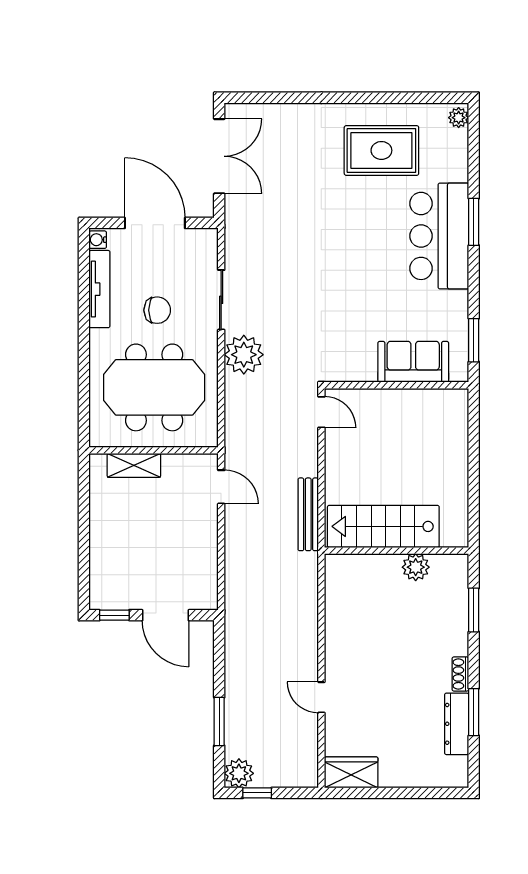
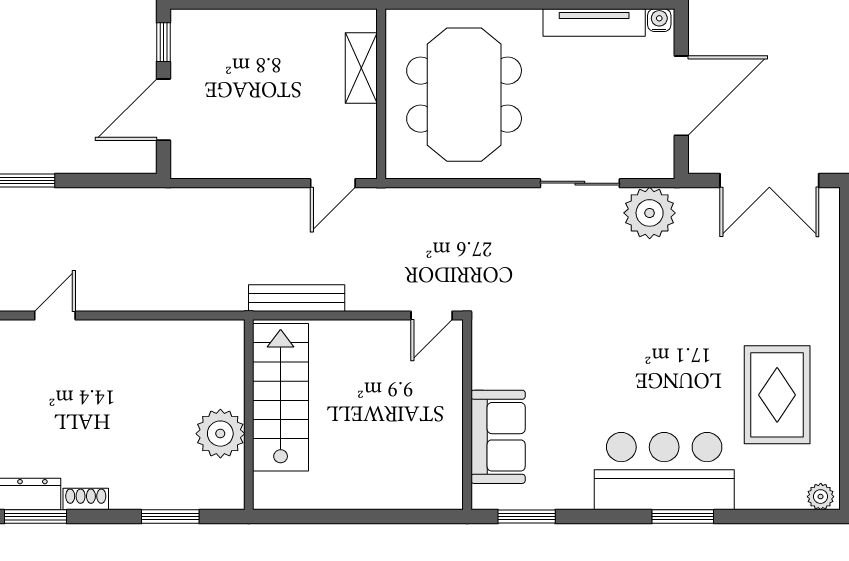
chair: (157, 310) -> (566, 99), removed
plant: (244, 355) -> (650, 213), moved
plant: (416, 567) -> (220, 434), width x1.36, depth x1.36

